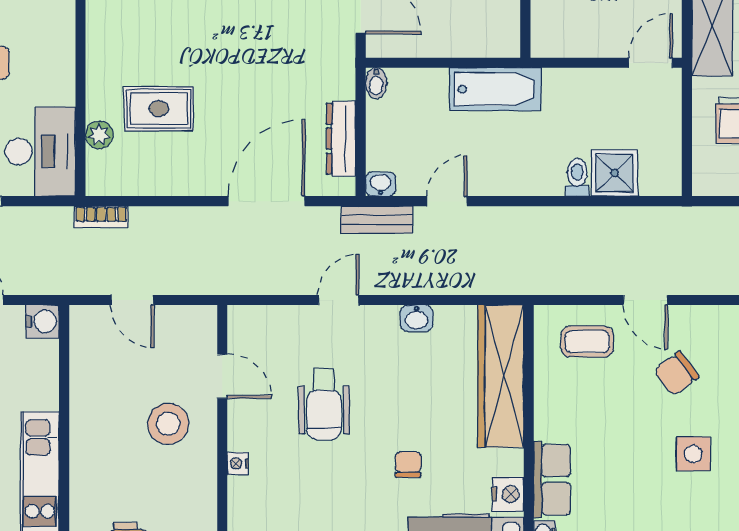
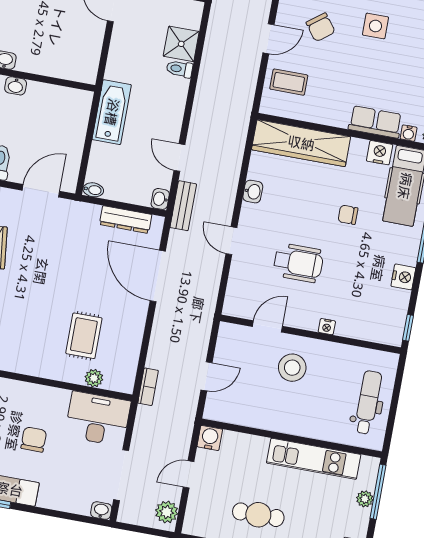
coffee table: (587, 342) -> (289, 82), turned 90

